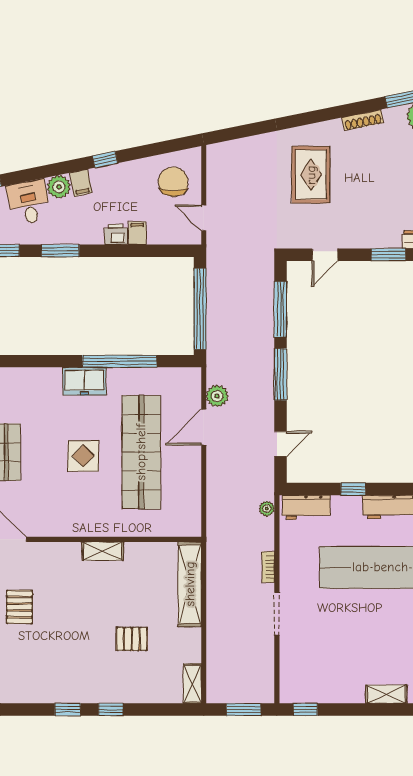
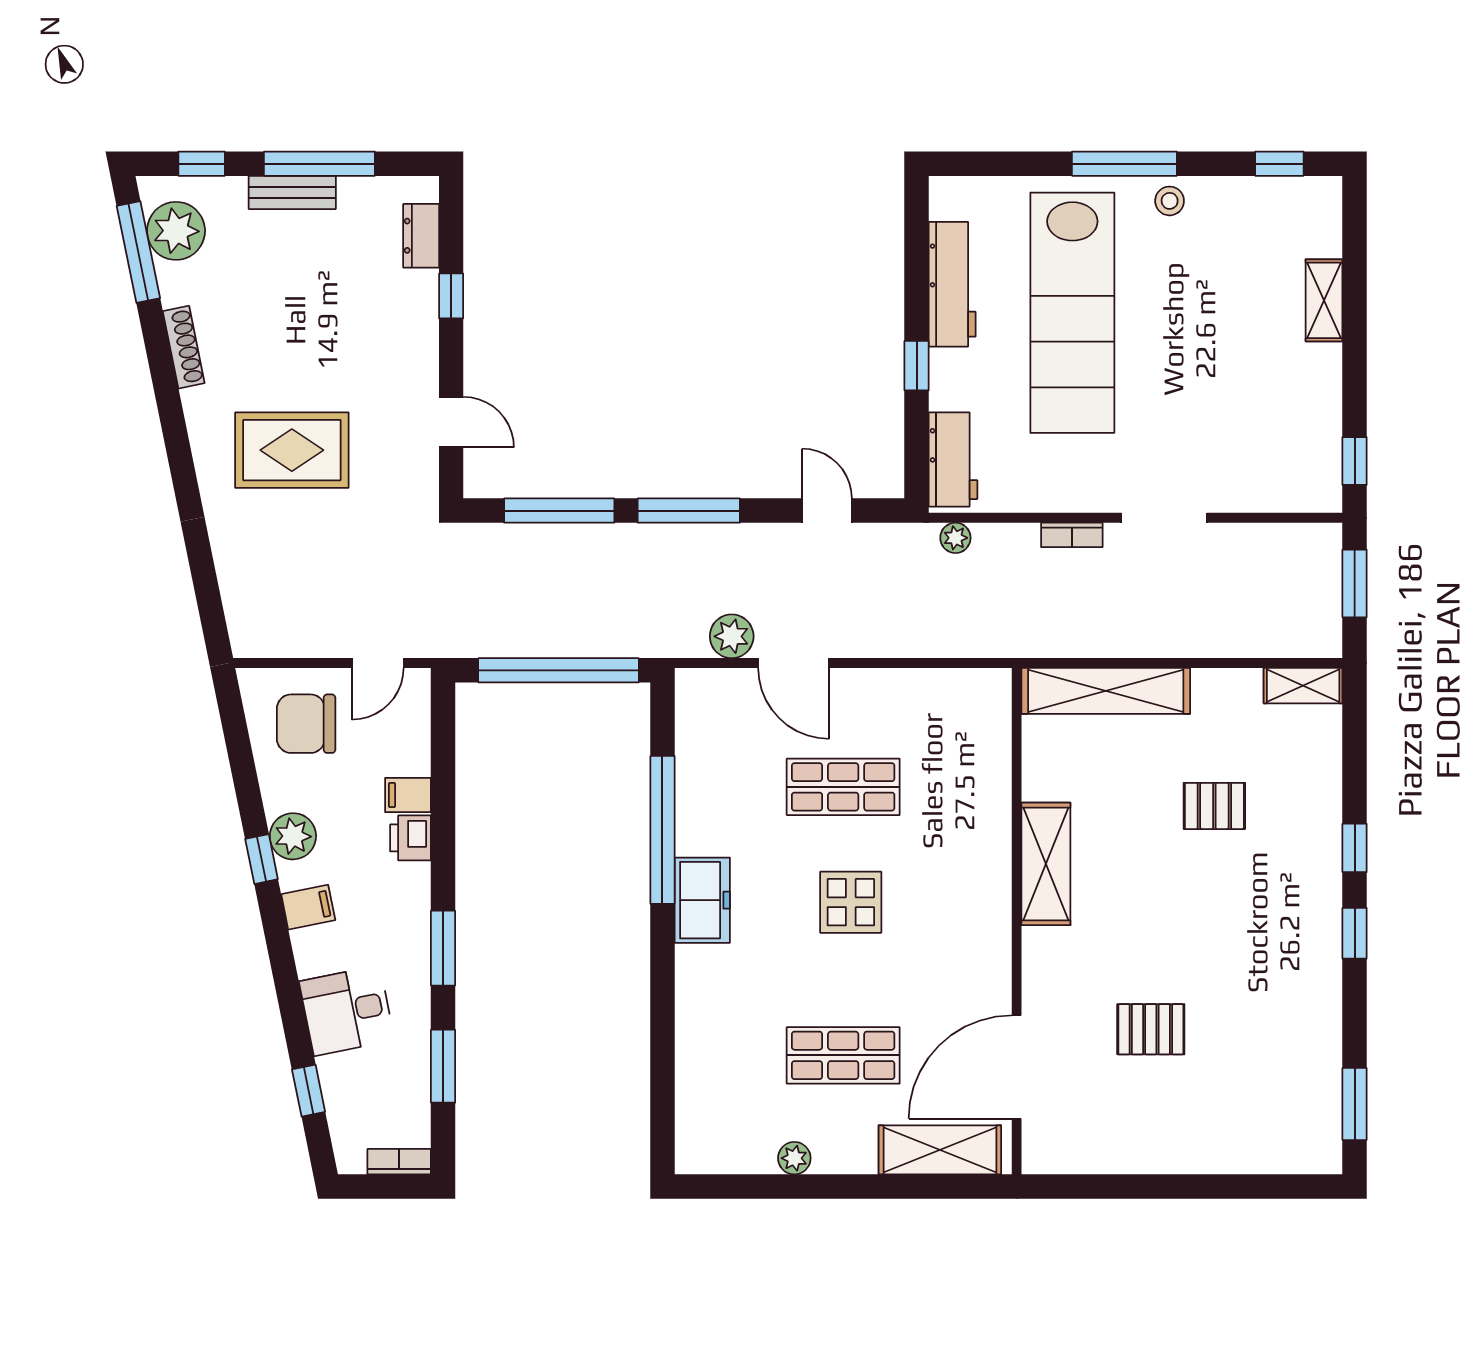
plant: (59, 187) -> (293, 836), moved
window: (388, 255) -> (451, 296), width x0.67
shop shelf: (141, 452) -> (843, 787), width x0.50, depth x0.74
shelving: (103, 551) -> (1046, 864), width x1.50, depth x1.33
pallet: (132, 639) -> (1214, 806), turned 90

